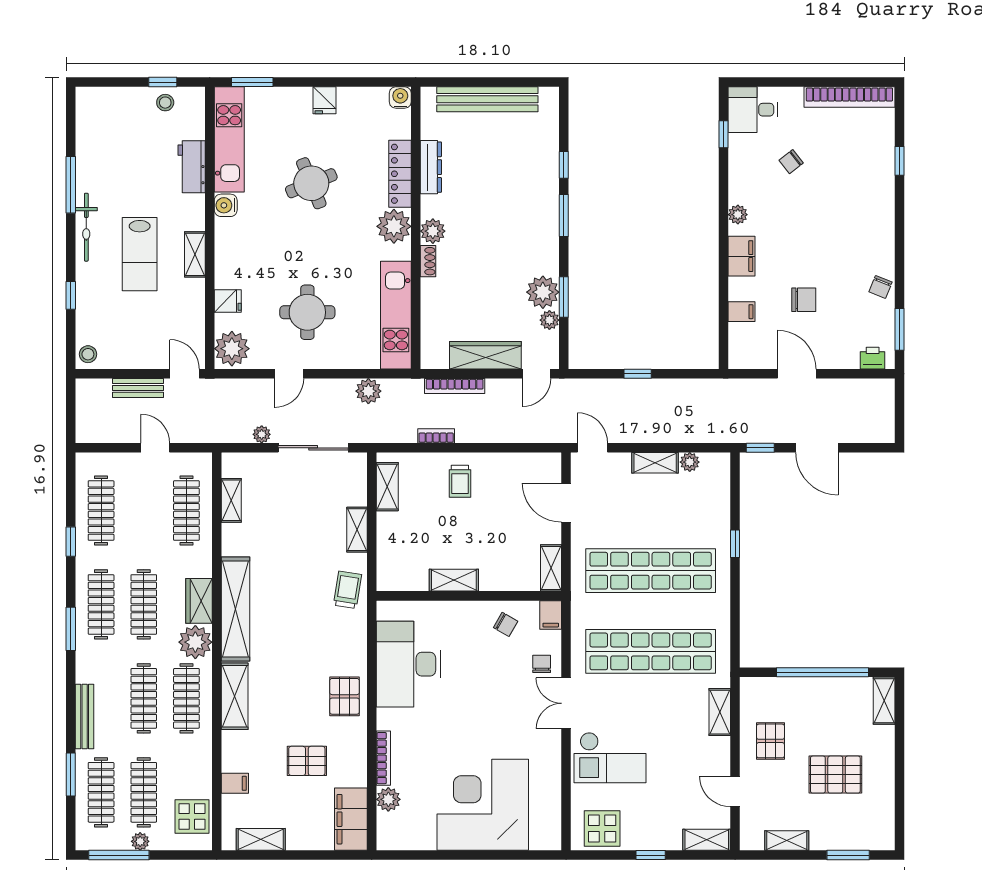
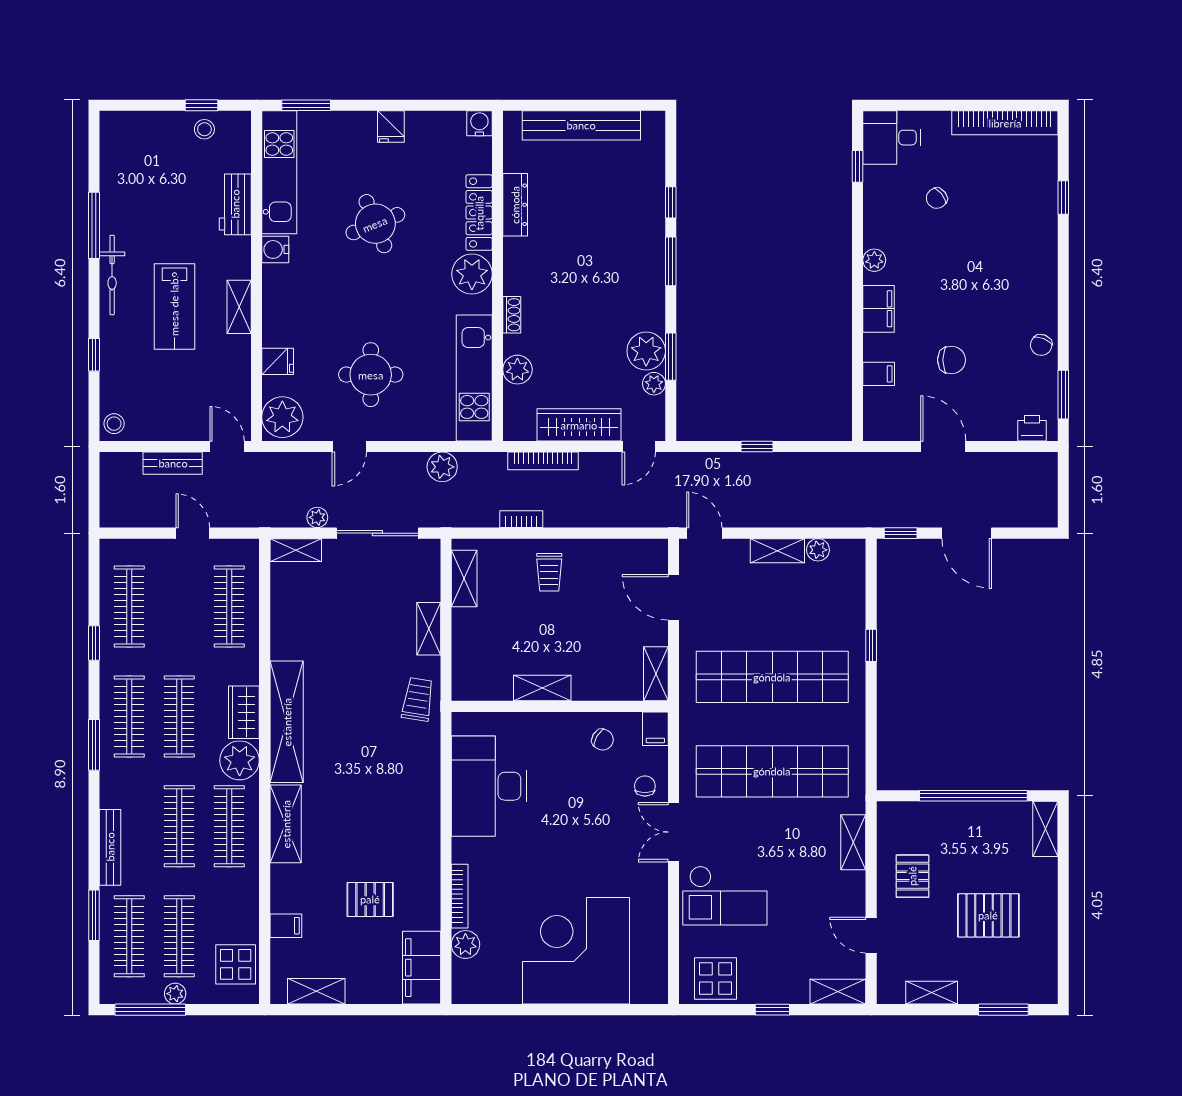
plant: (433, 231) -> (517, 370), moved
shelving: (231, 500) -> (296, 550), moved, turned 90
pallet: (344, 696) -> (414, 824), removed

